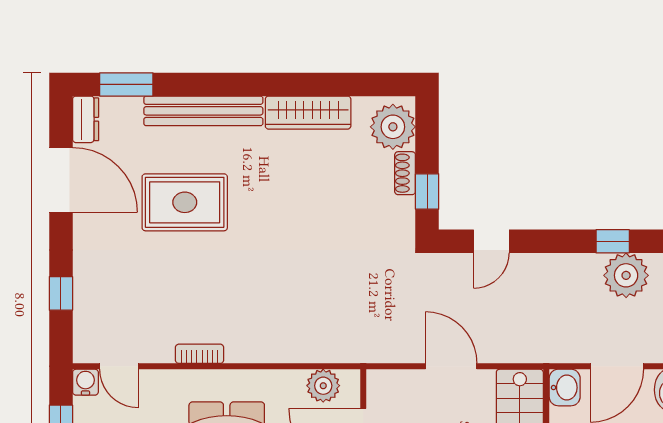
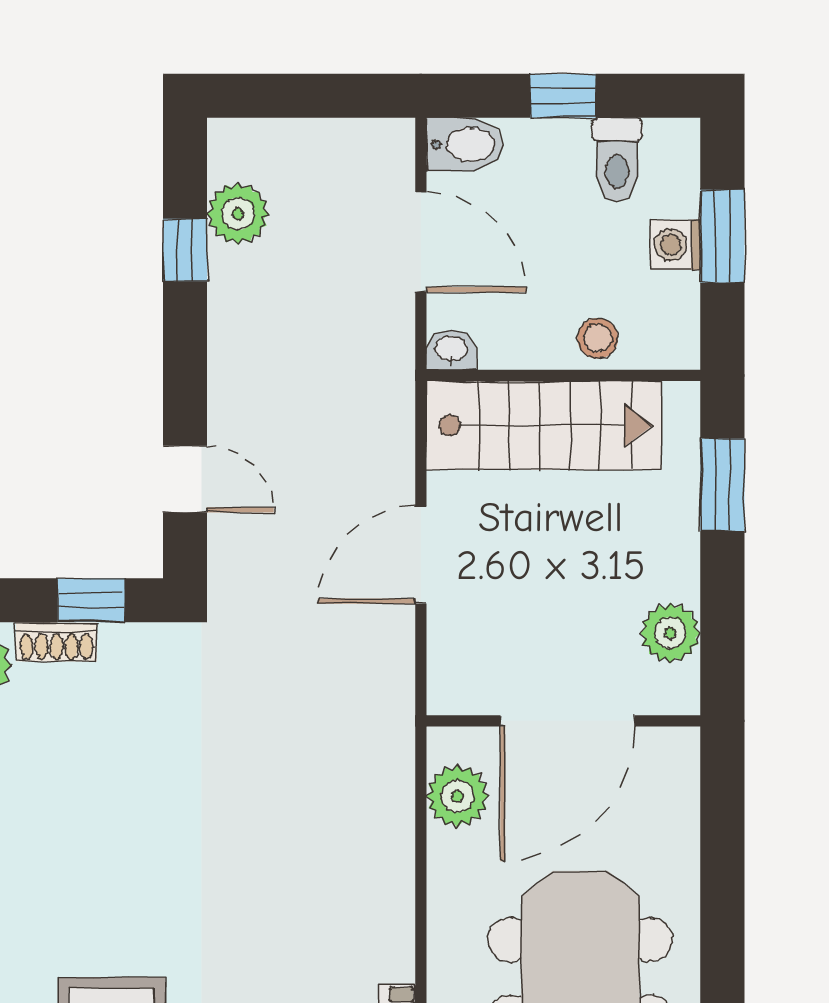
plant: (626, 275) -> (238, 214), width x0.73, depth x0.73
washbasin: (565, 388) -> (451, 350), width x0.72, depth x0.69

